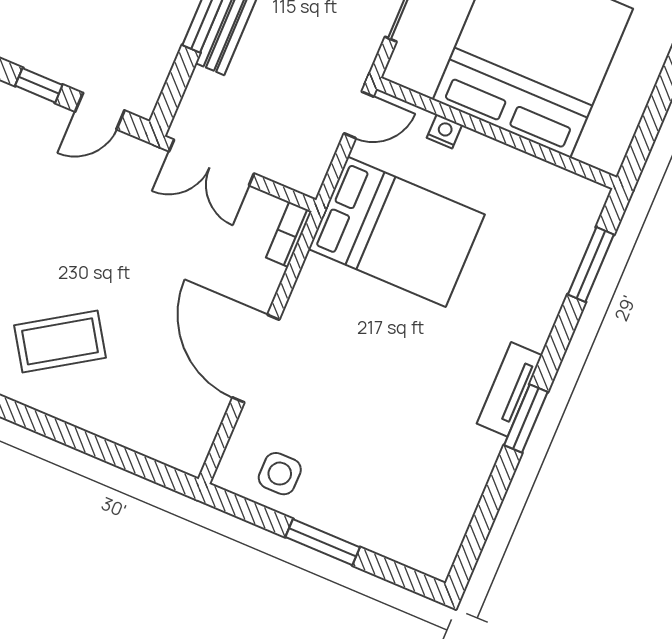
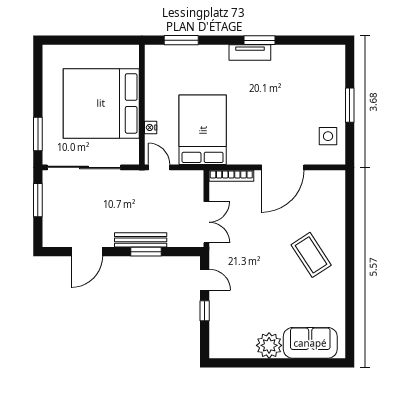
bookcase: (289, 234) -> (231, 176), width x1.56

